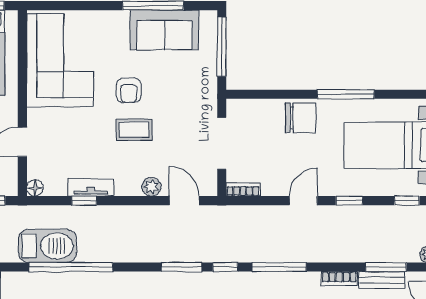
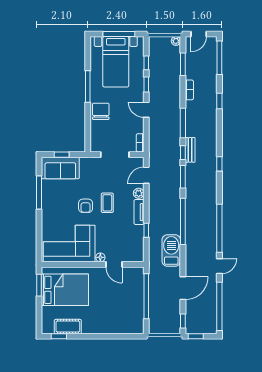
sofa: (164, 30) -> (60, 168), moved, turned 90
window: (222, 47) -> (62, 155), width x0.46
armchair: (129, 90) -> (86, 206), turned 90
tv unit: (91, 187) -> (139, 212), moved
floor lamp: (35, 188) -> (100, 257), moved
window: (407, 201) -> (146, 63), moved
window: (71, 267) -> (183, 221), moved
bench: (382, 280) -> (190, 150), moved

